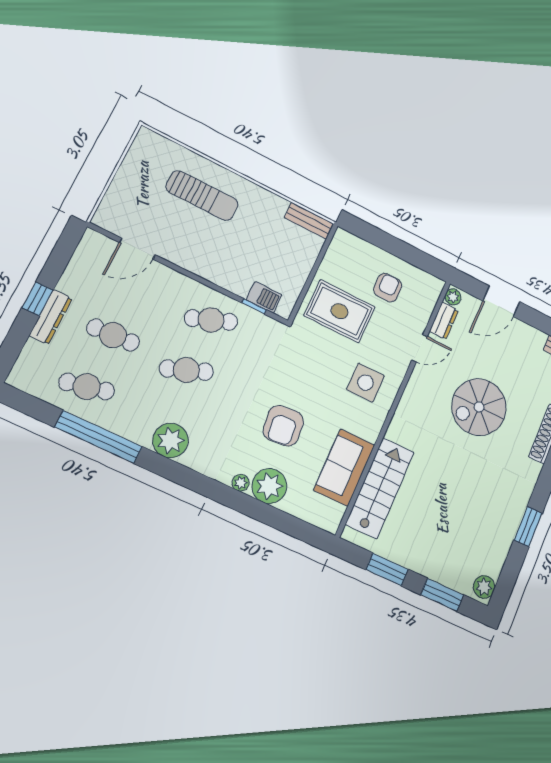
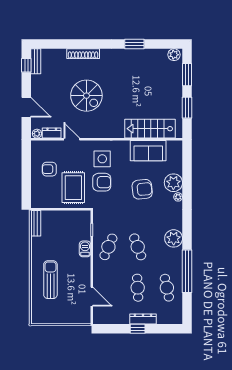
barbecue: (264, 297) -> (85, 249), moved
cafe table: (211, 320) -> (108, 247), turned 45
armchair: (327, 363) -> (102, 182), added

